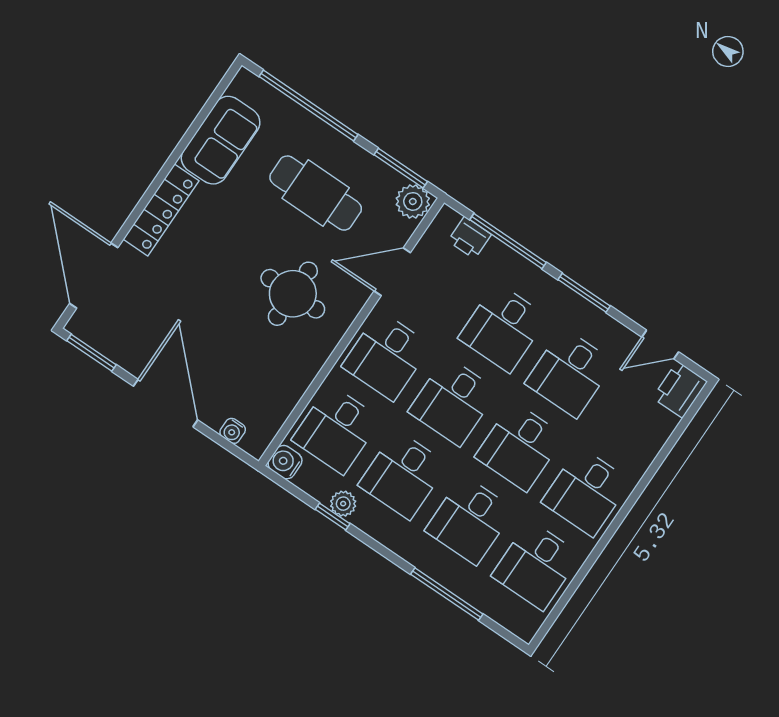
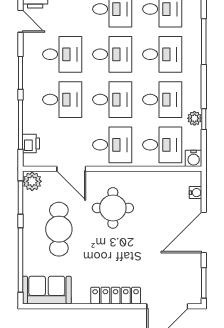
sofa: (221, 140) -> (47, 290), moved

